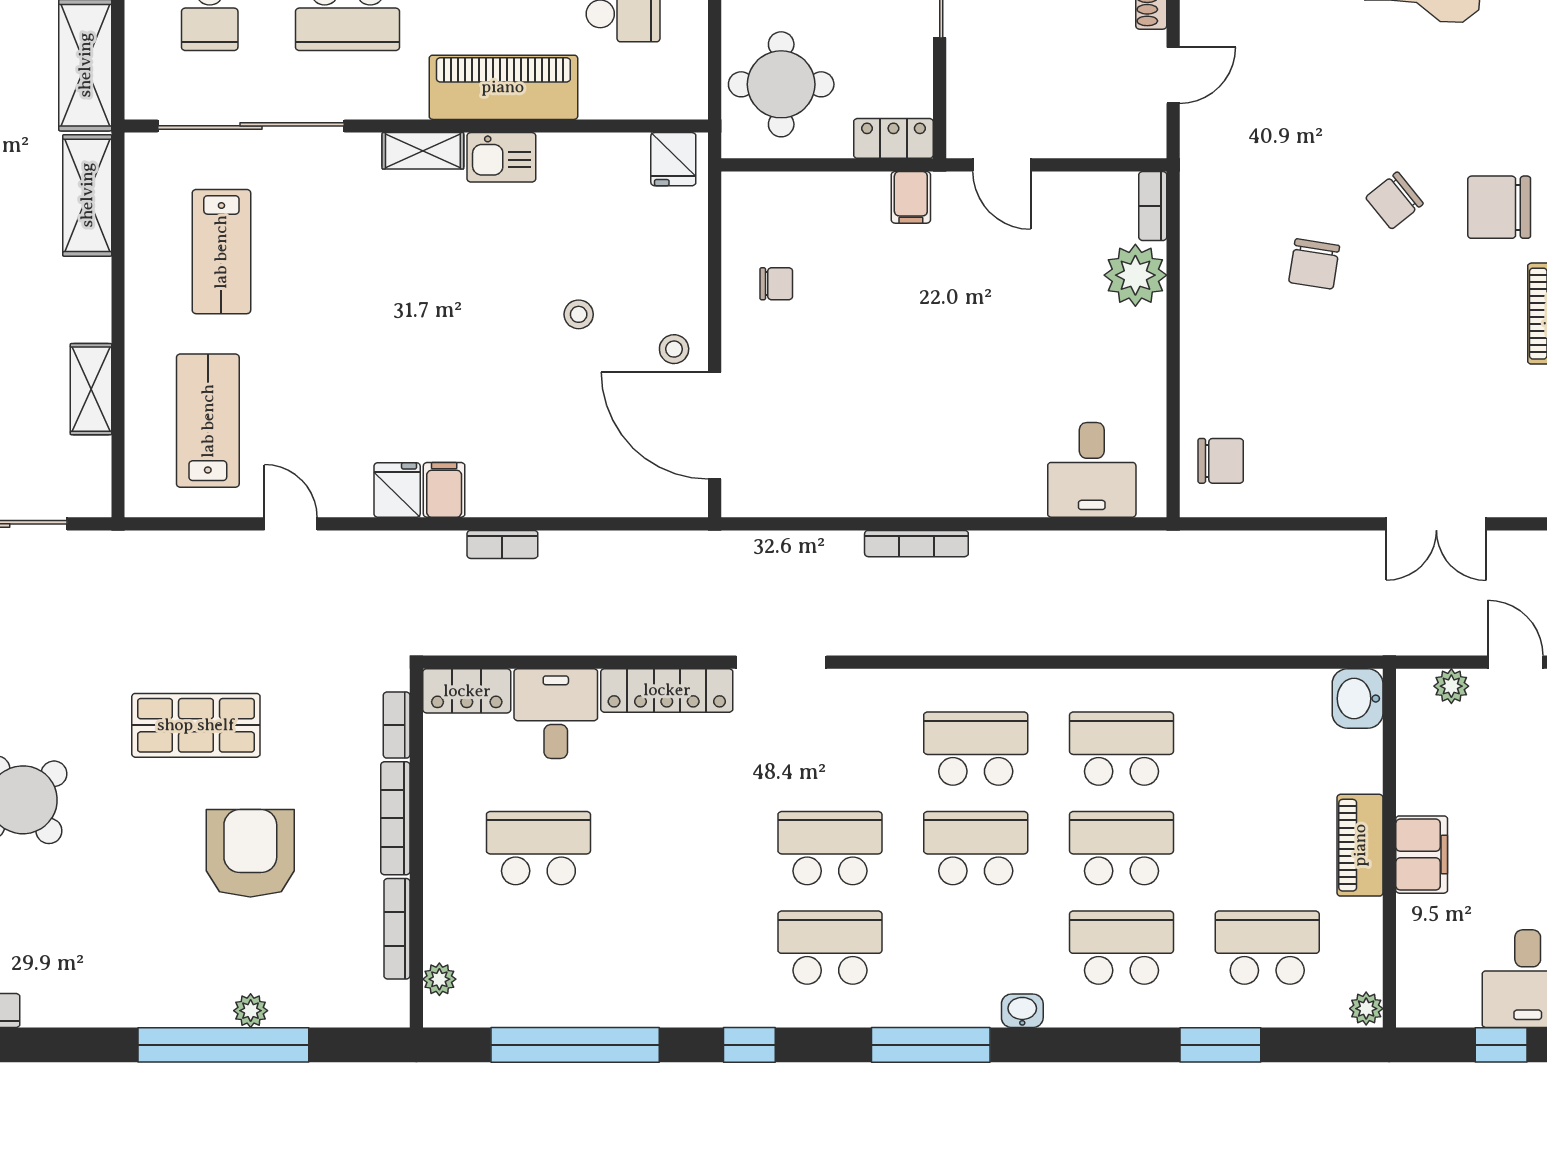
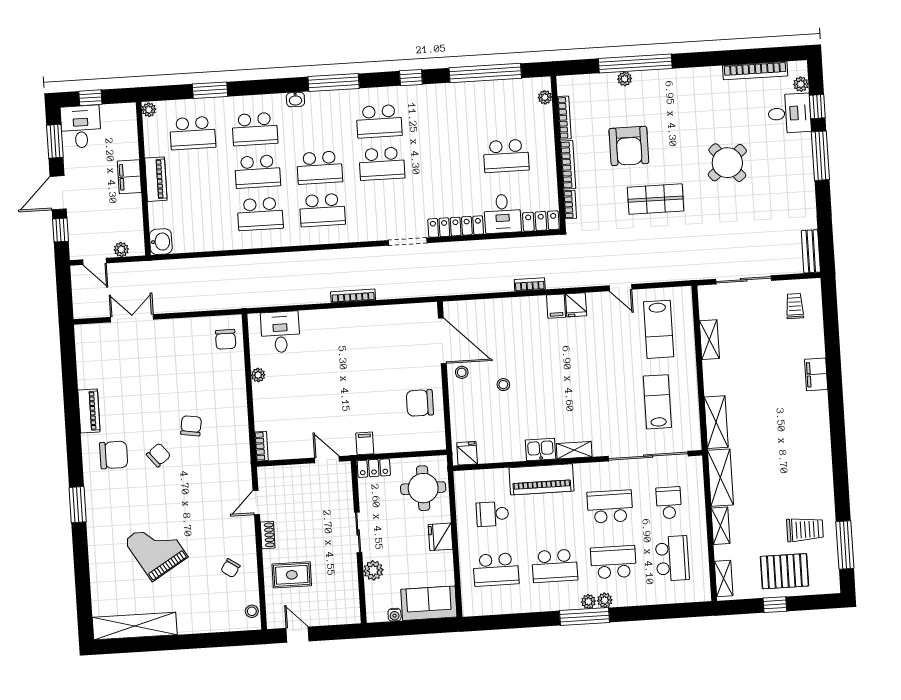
plant: (1135, 275) -> (258, 375), moved, width x0.53, depth x0.53
chair: (776, 284) -> (420, 403), width x1.87, depth x1.87
chair: (1221, 461) -> (226, 339), turned -90

